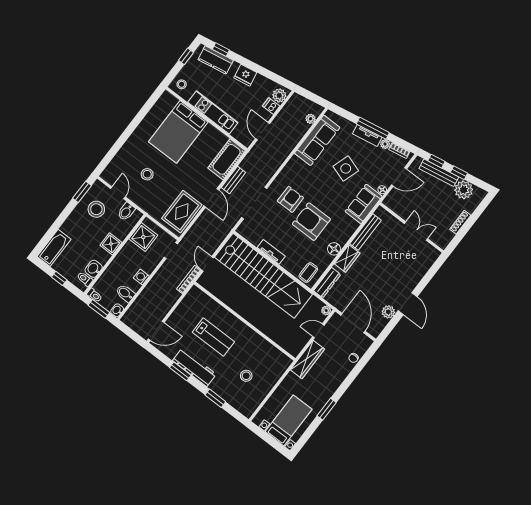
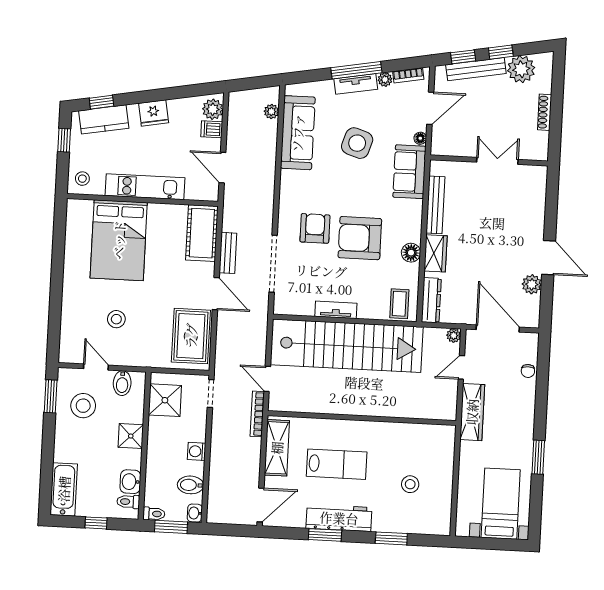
shelving: (187, 305) -> (277, 448), added

